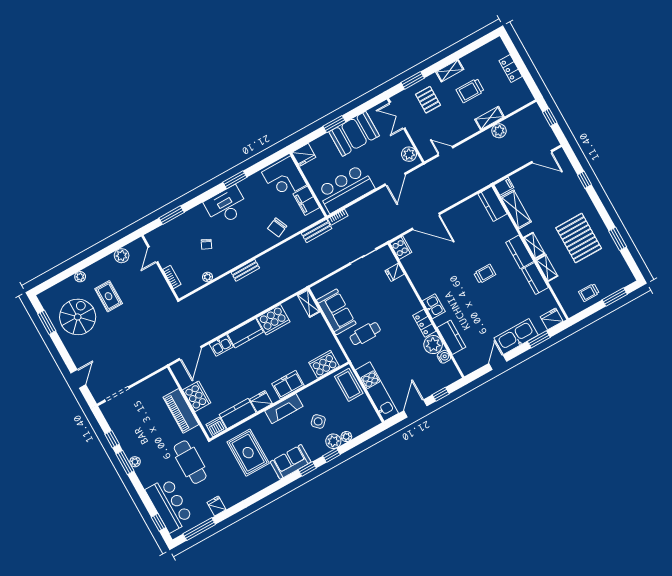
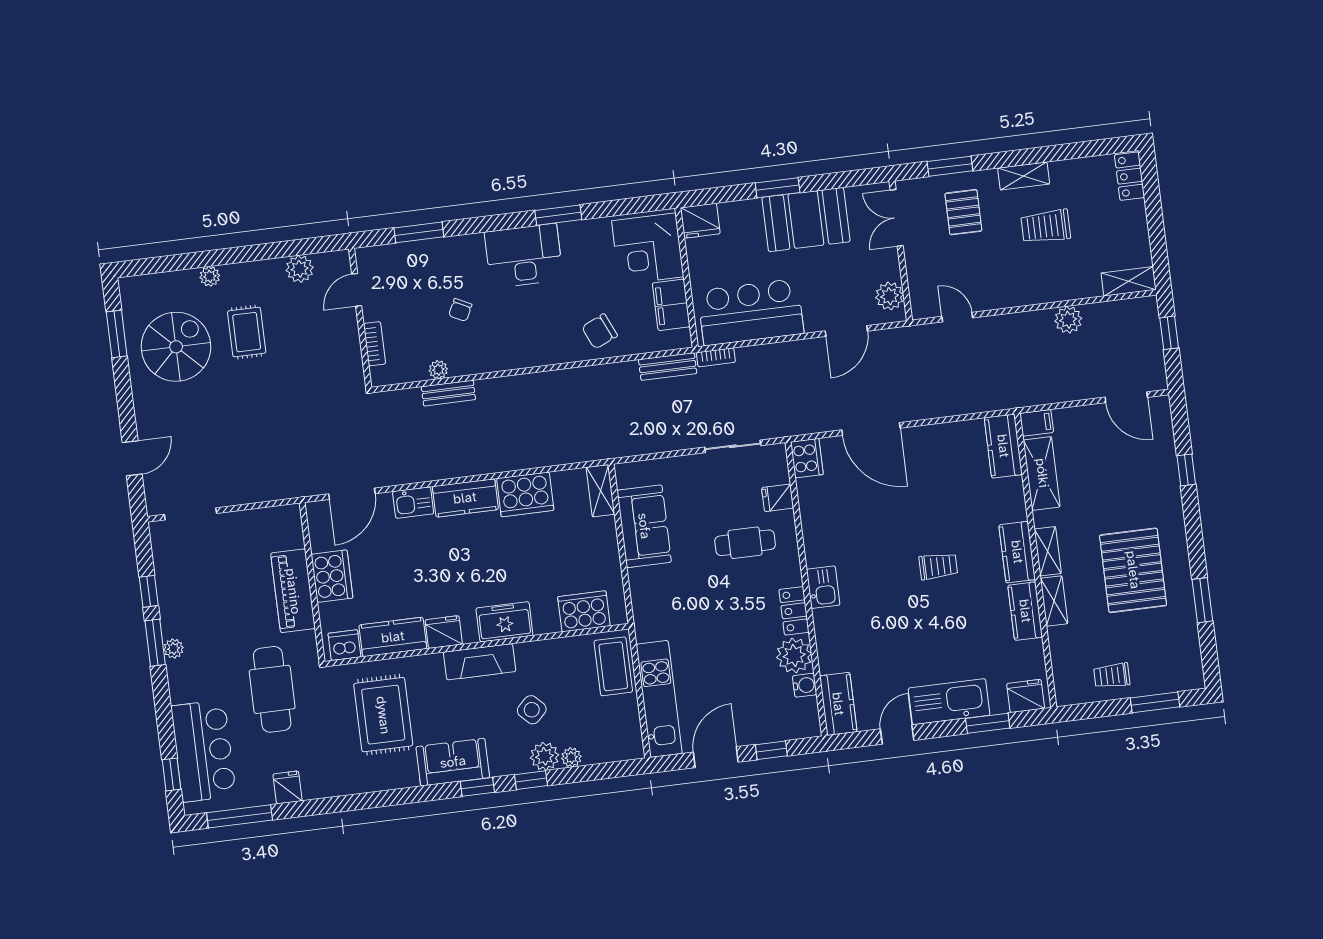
locker: (511, 68) -> (1130, 176), moved
shelving: (489, 118) -> (1129, 281), moved
bench: (245, 270) -> (448, 393), moved
cafe table: (365, 334) -> (745, 543), moved
kitchen counter: (451, 337) -> (838, 704), moved

